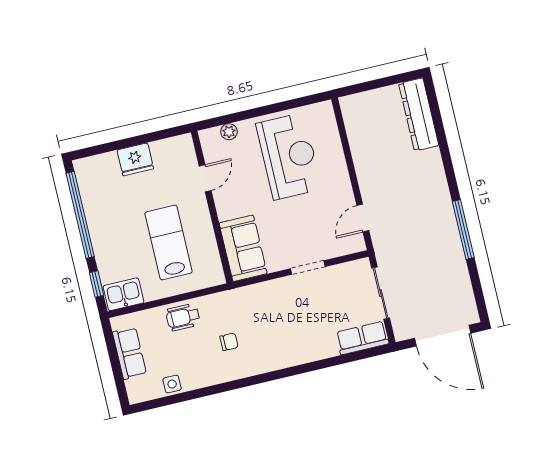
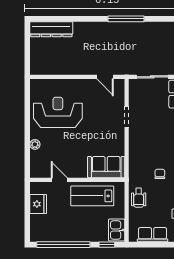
door: (205, 178) -> (59, 180), moved
wall: (212, 207) -> (77, 180), moved
sofa: (243, 248) -> (106, 167), moved

